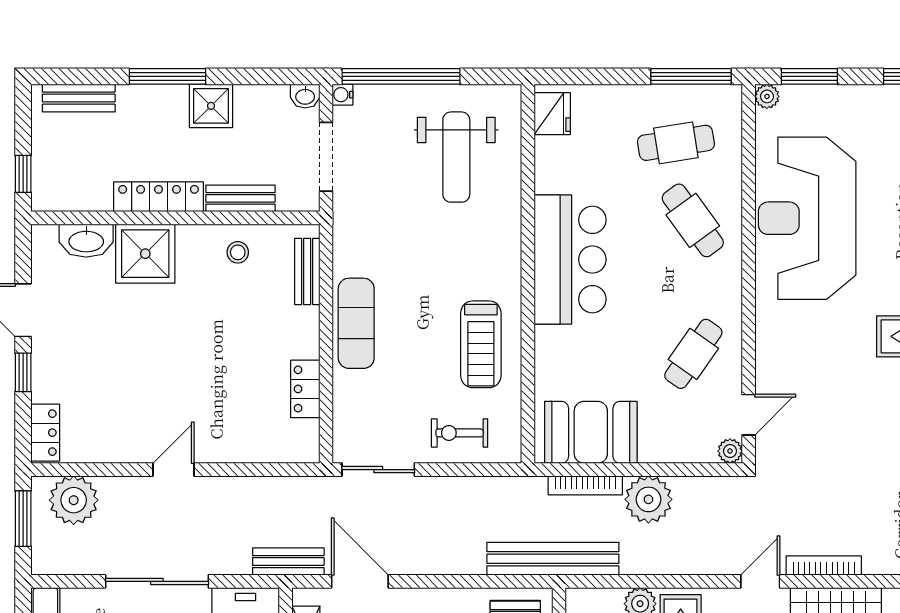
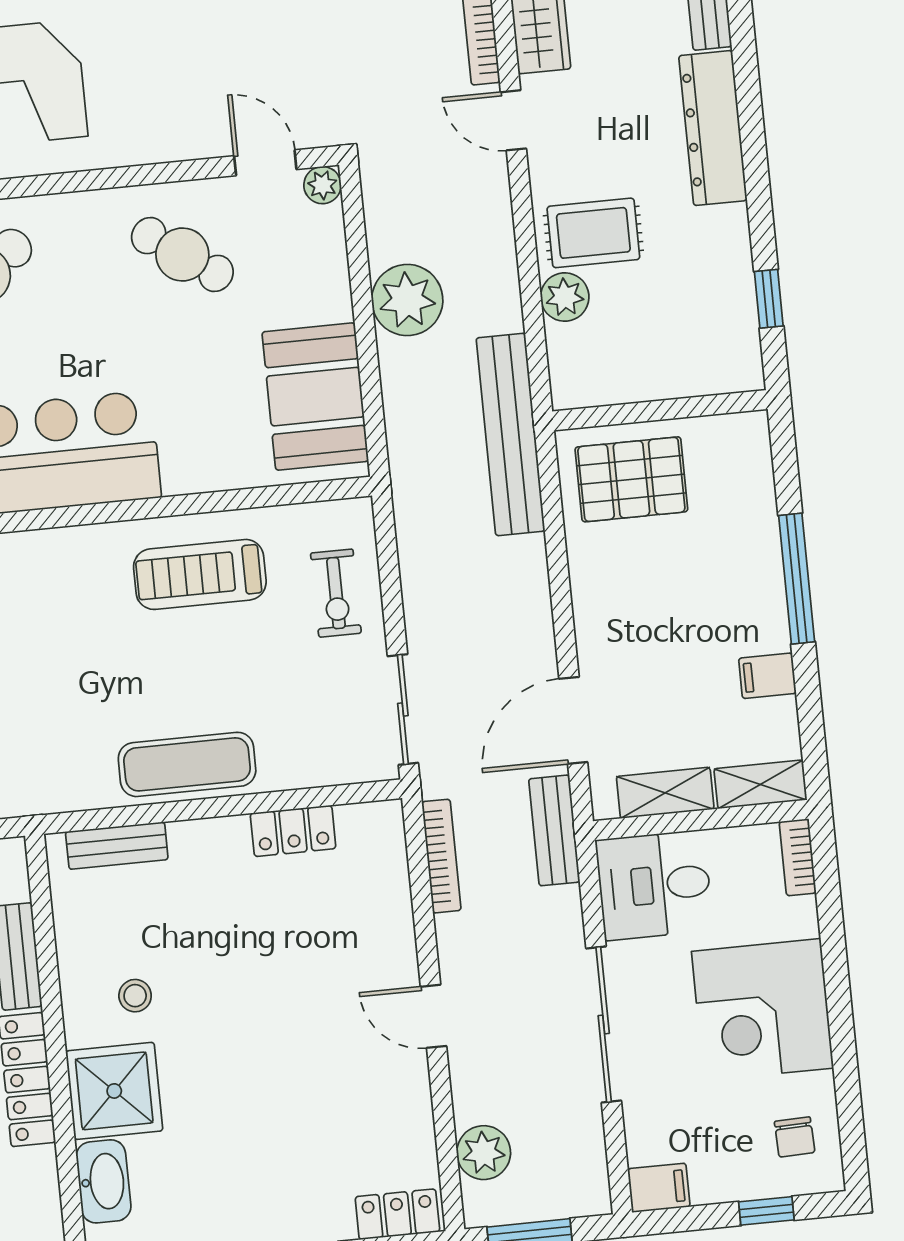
stool: (238, 252) -> (135, 996), moved
treadmill: (481, 344) -> (200, 574), turned 180
bookcase: (585, 485) -> (441, 856), moved
plant: (74, 500) -> (484, 1153), width x0.73, depth x0.73

